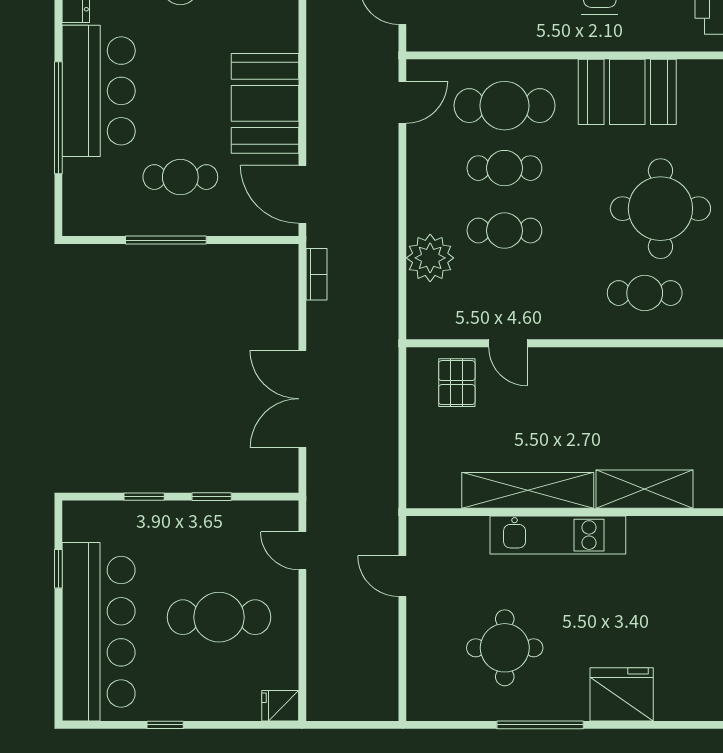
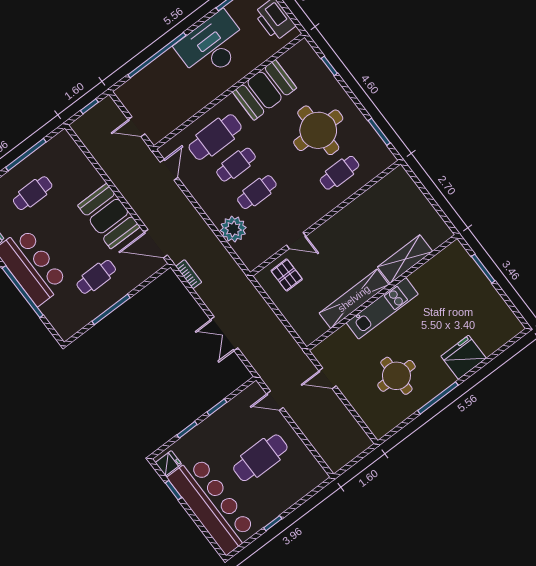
double door: (302, 399) -> (224, 334), width x0.73
fridge: (280, 706) -> (168, 463), moved, turned 180

